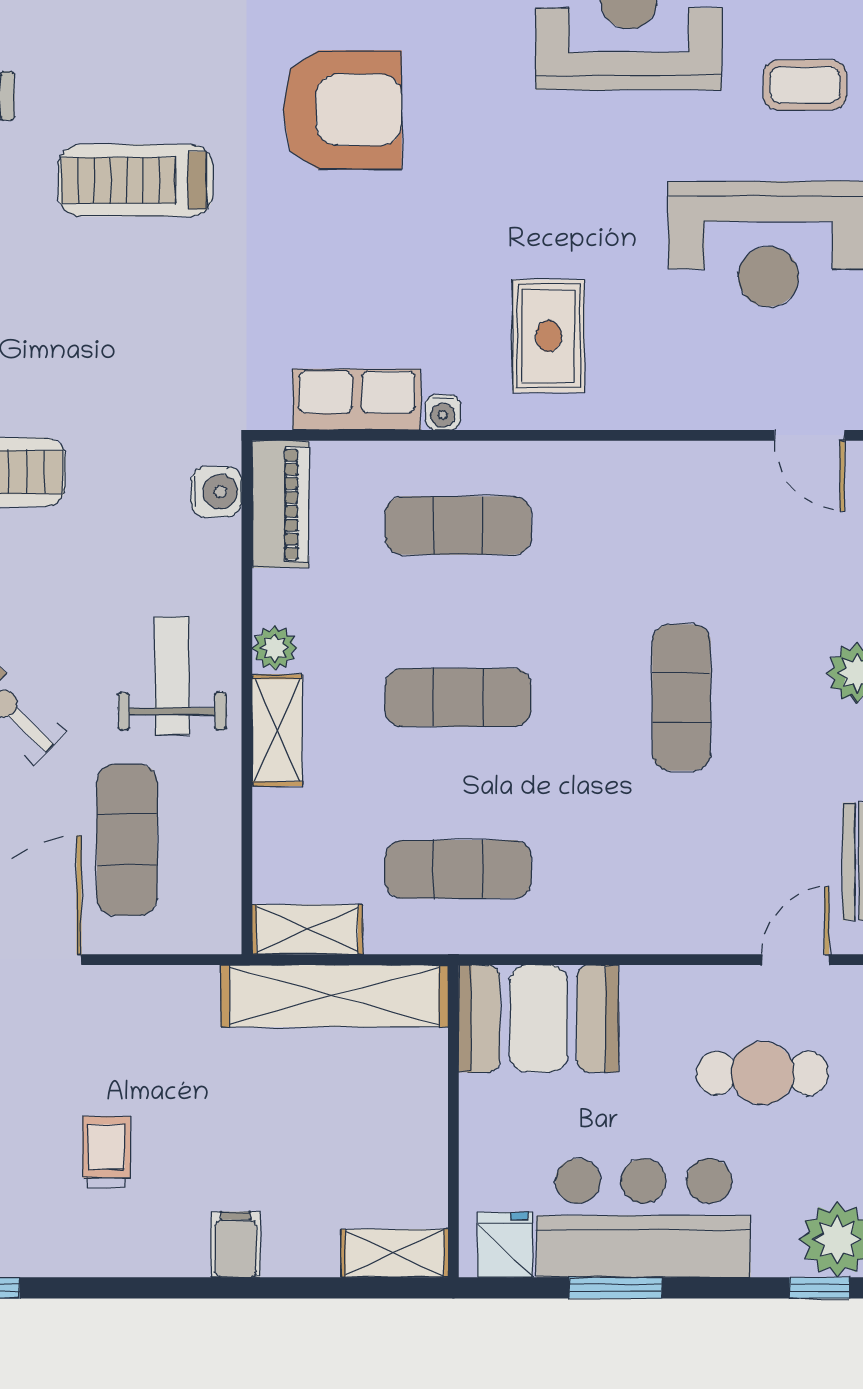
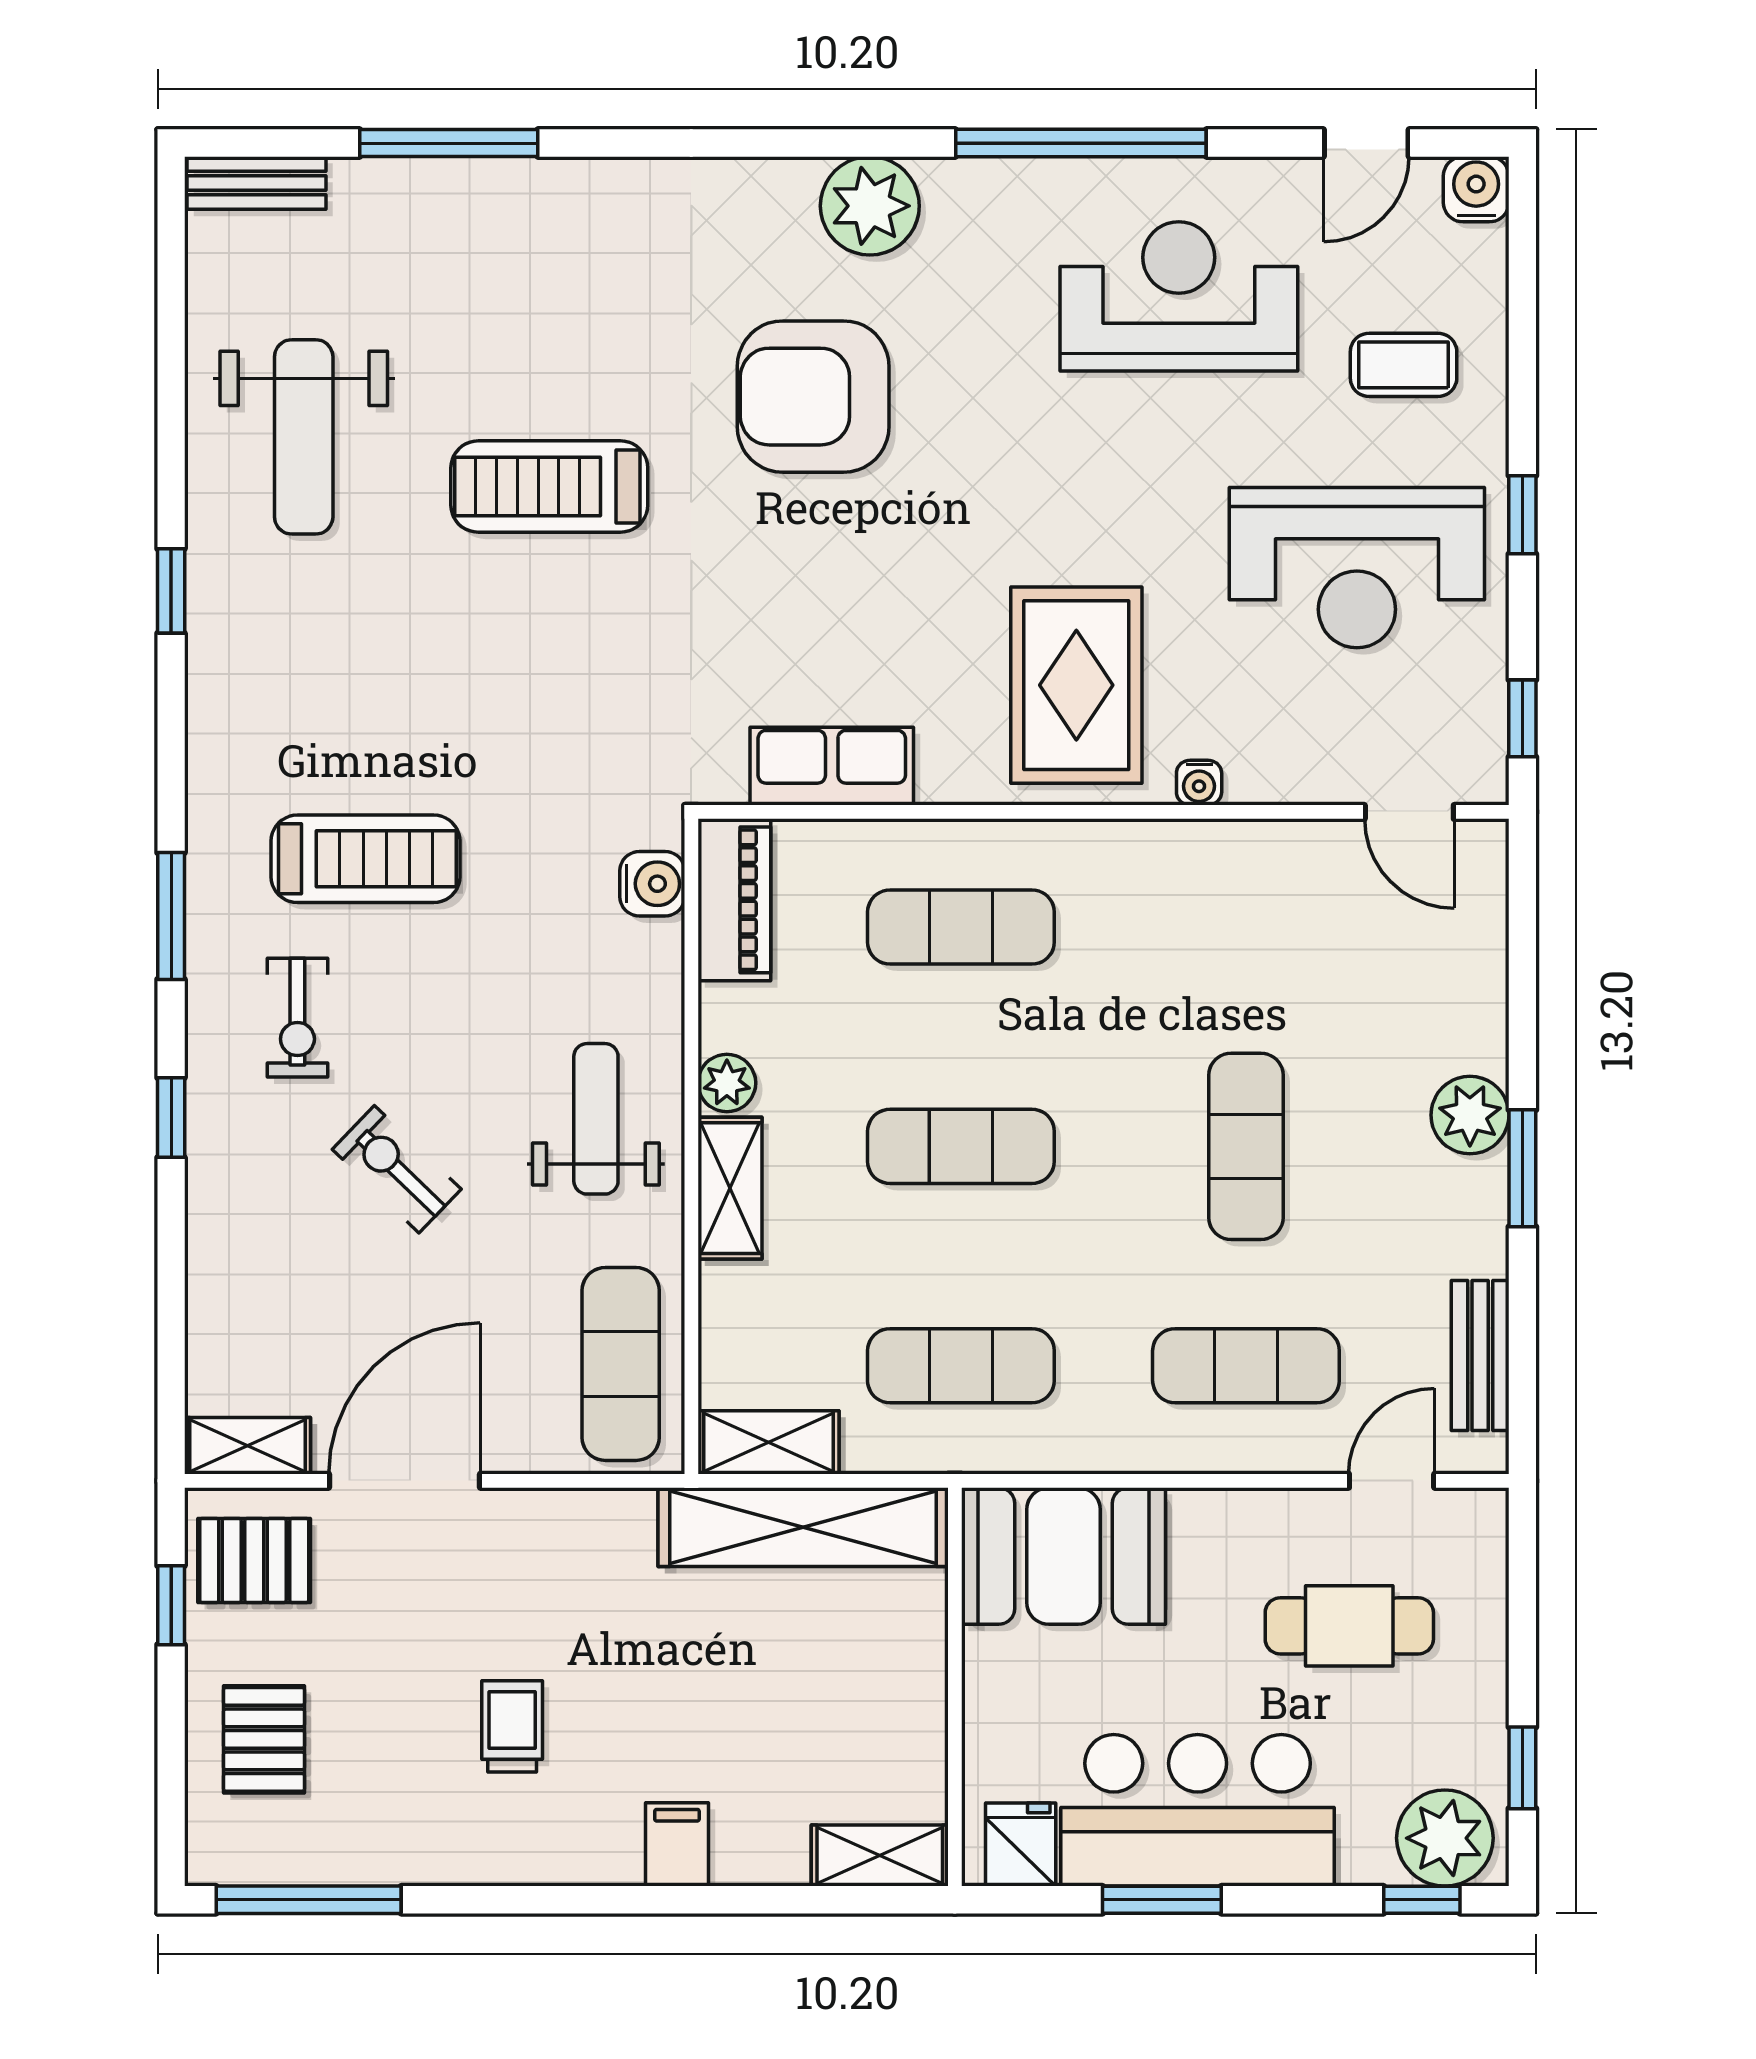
armchair: (342, 110) -> (813, 397), turned 180
rug: (549, 336) -> (1076, 685), width x1.36, depth x1.43
water cooler: (443, 412) -> (1199, 783), moved
exercise mat: (127, 840) -> (621, 1364), moved
exercise mat: (682, 869) -> (1246, 1366), added

